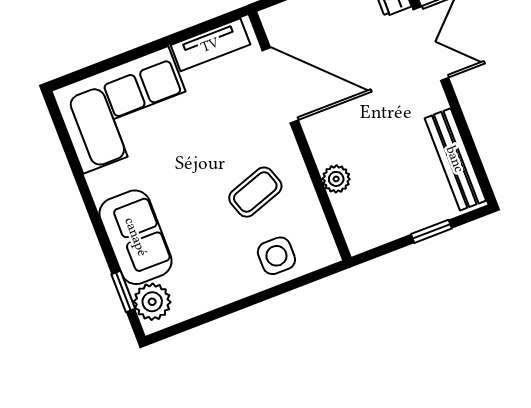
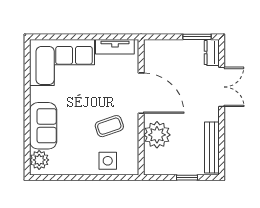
door: (280, 85) -> (141, 93), moved
plant: (336, 179) -> (157, 135), width x1.88, depth x1.88
window: (123, 292) -> (27, 150), removed

